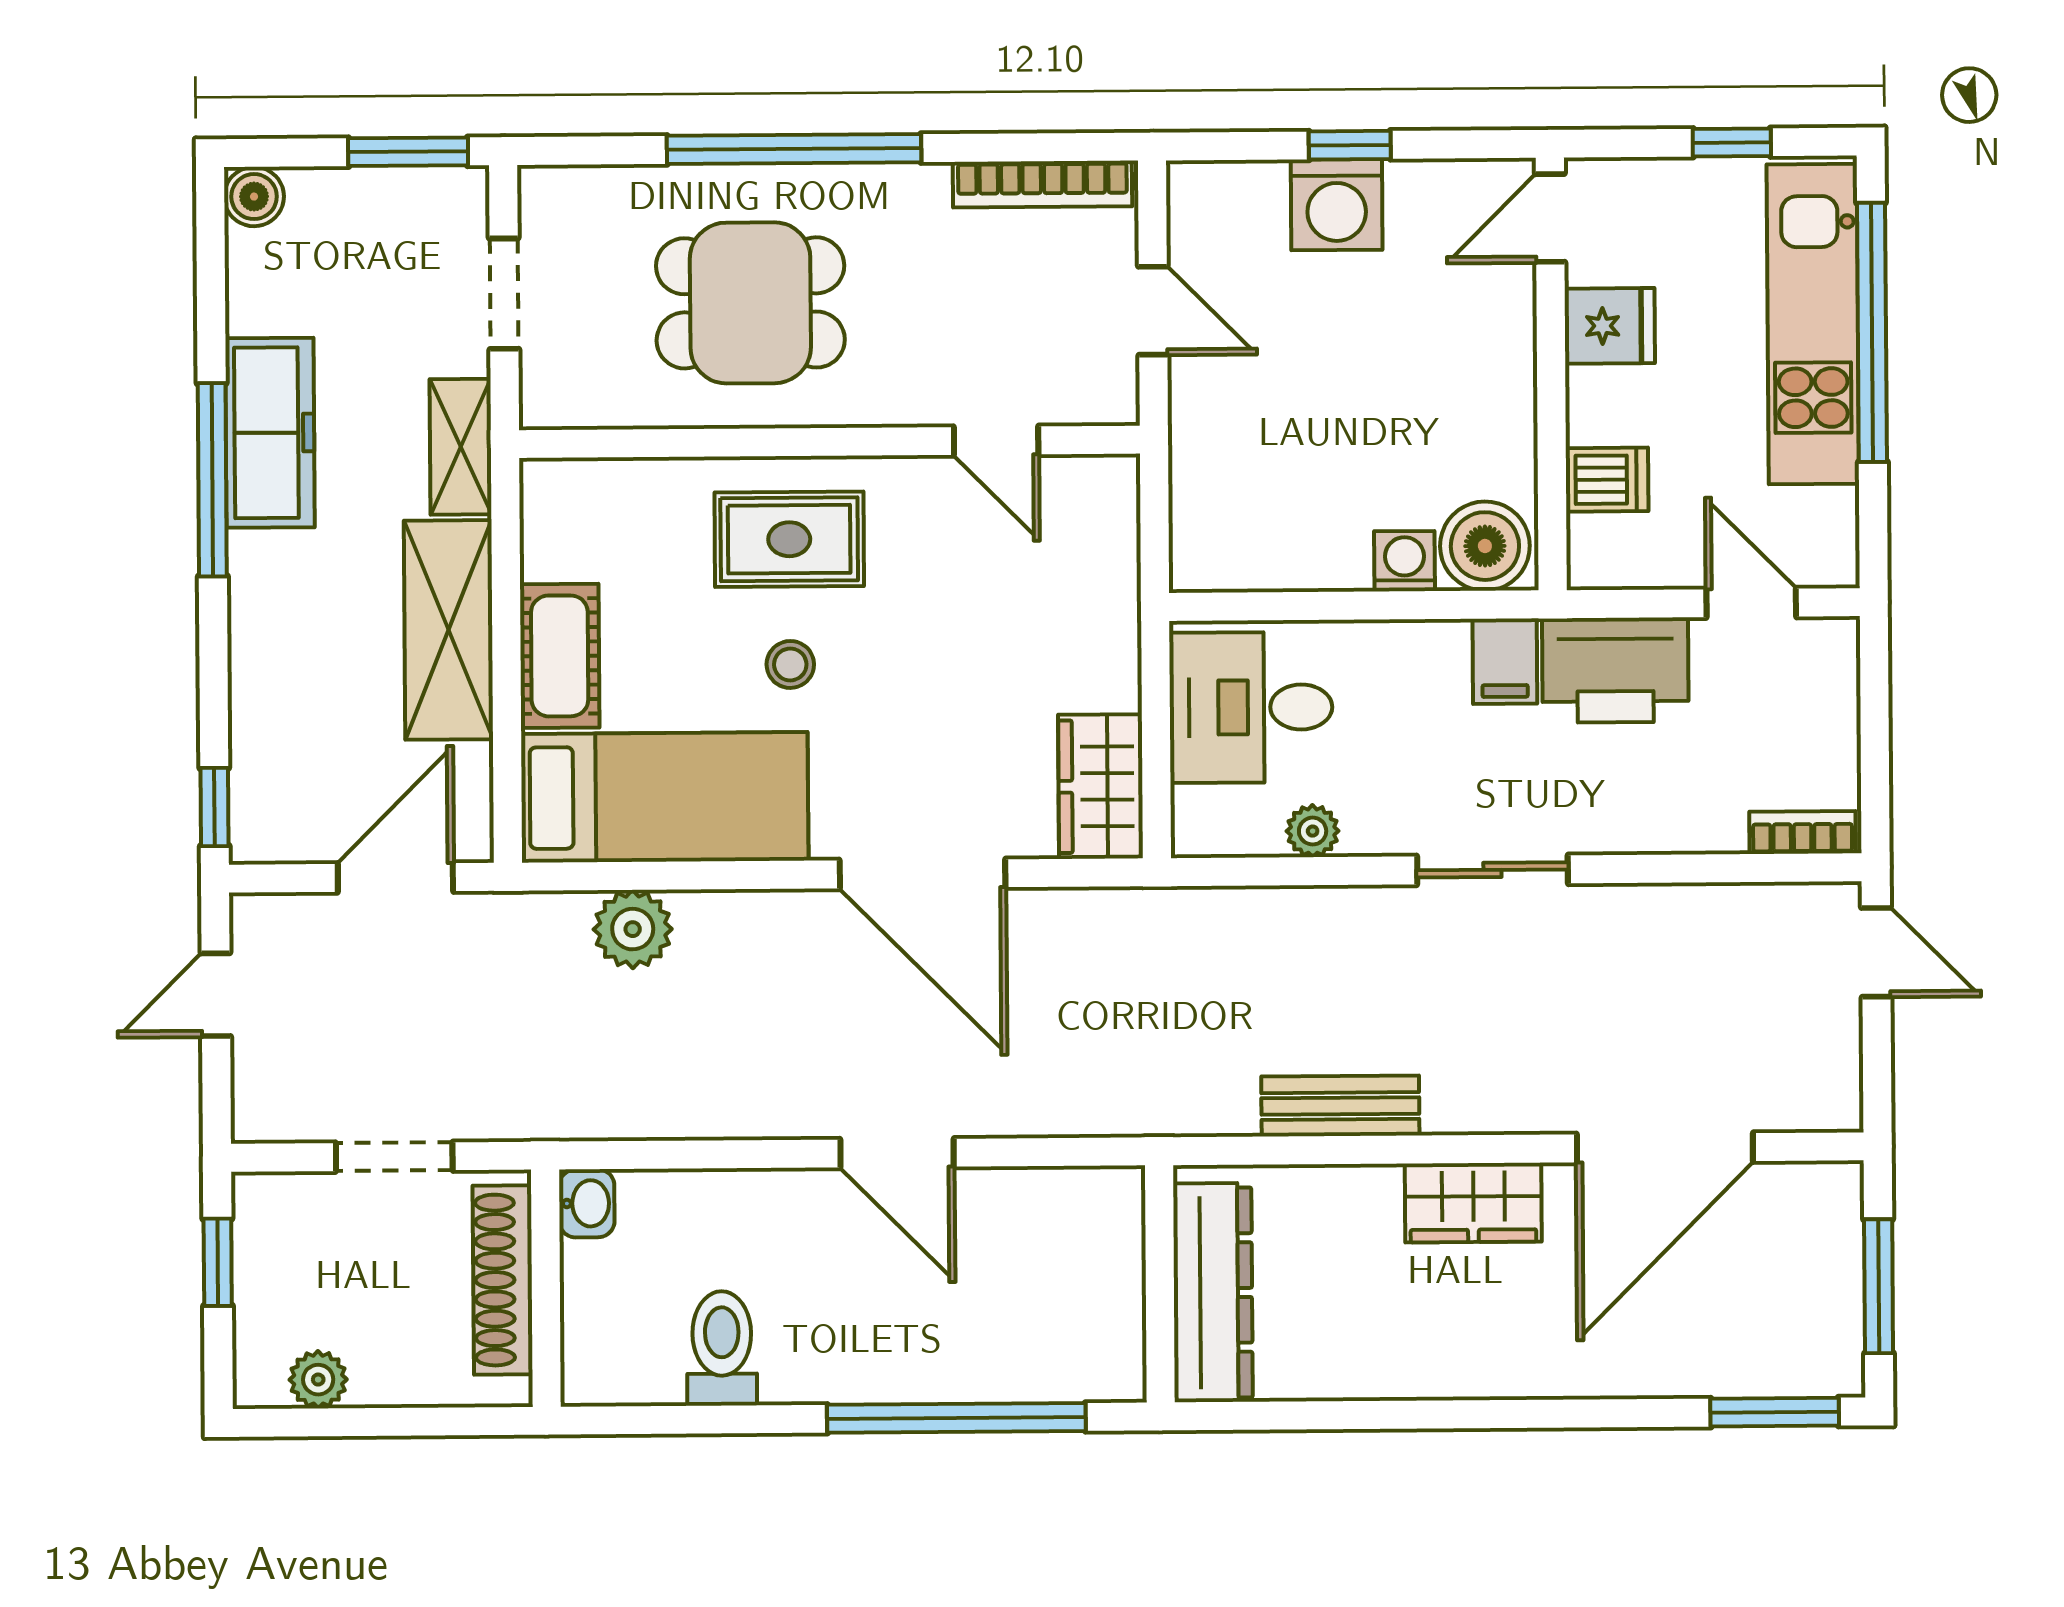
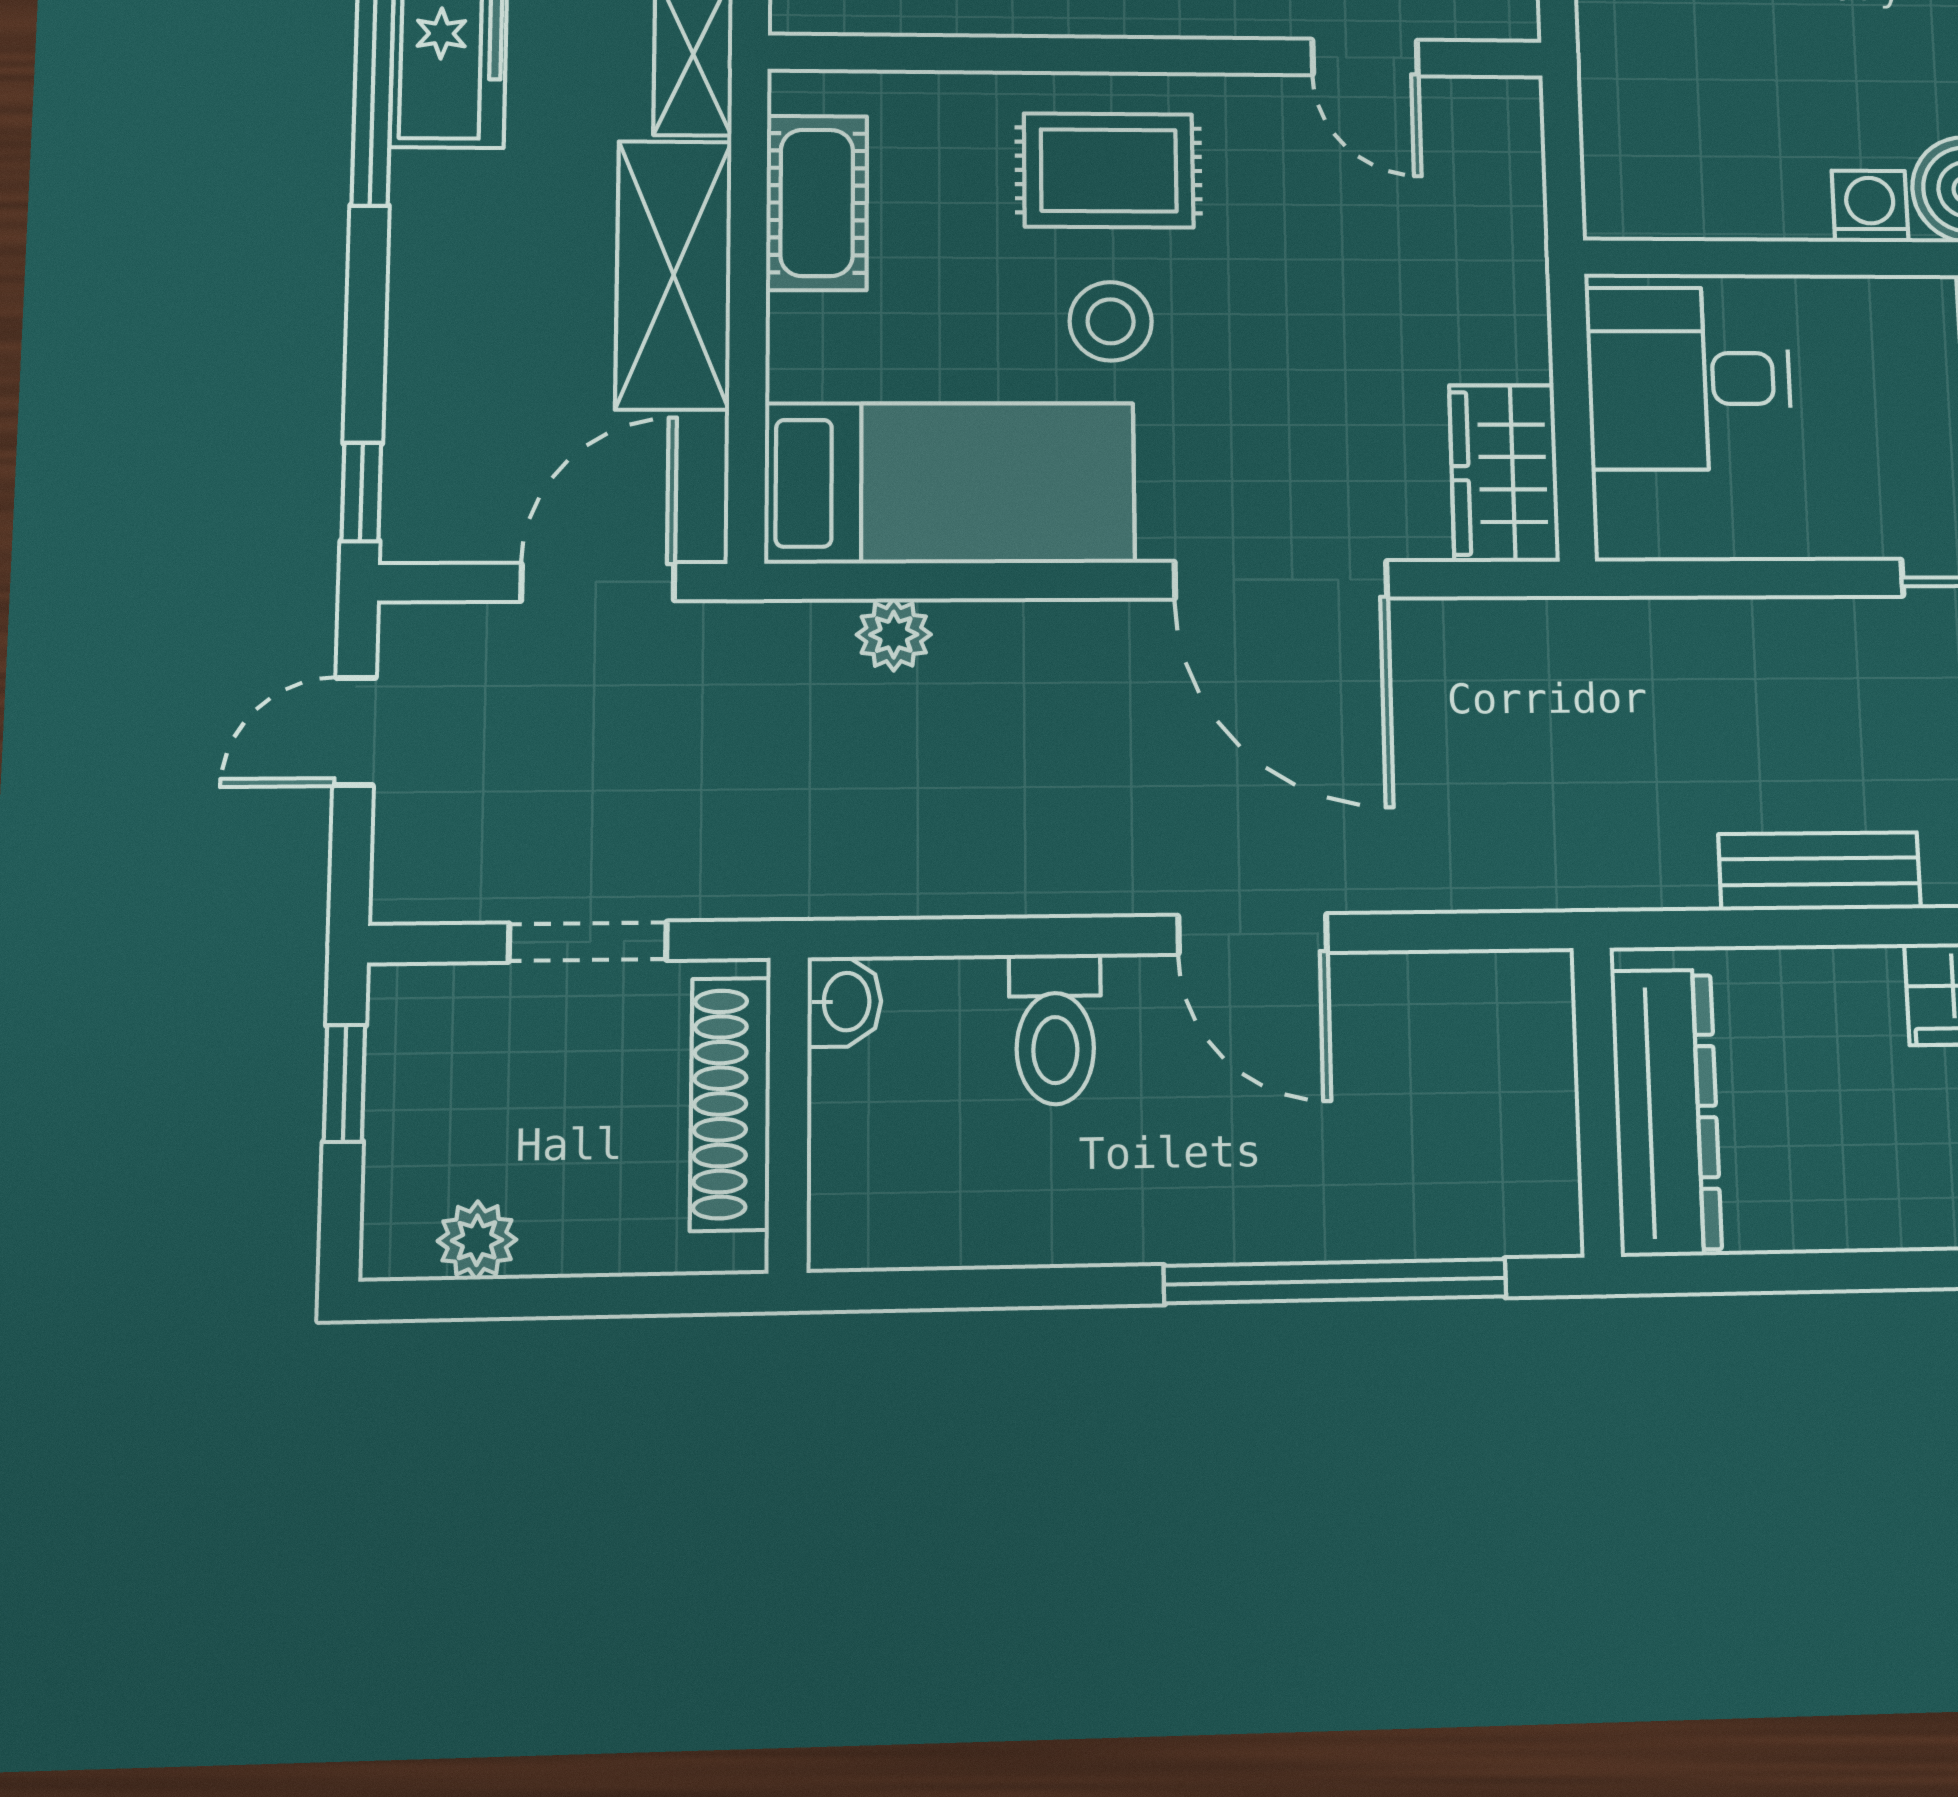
cot: (560, 656) -> (817, 203), moved
stool: (790, 664) -> (1111, 321), width x1.37, depth x1.37
plant: (1313, 831) -> (1771, 529), removed
plant: (633, 929) -> (894, 635), width x0.73, depth x0.73
toilet: (722, 1348) -> (1055, 1029), moved, turned 180

